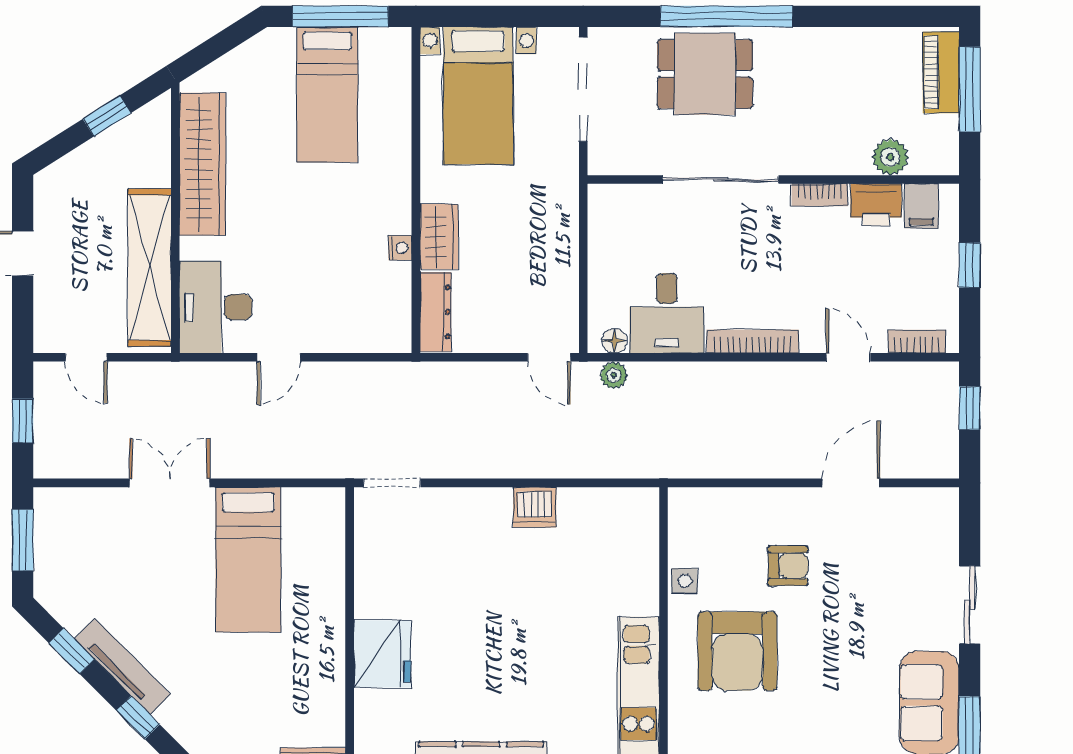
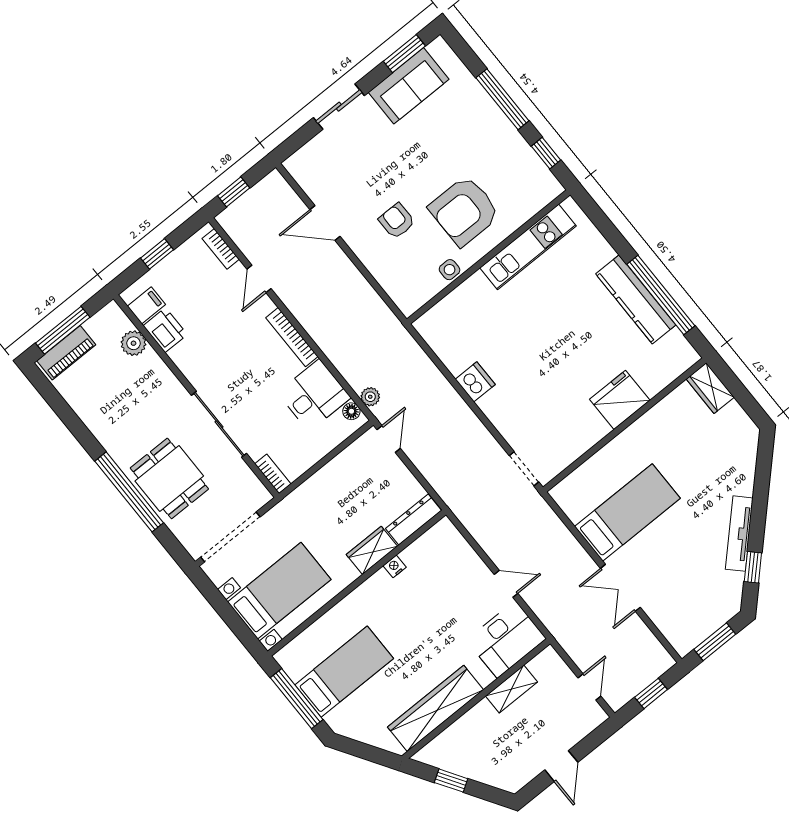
bookcase: (820, 195) -> (273, 474), moved
shelving: (150, 268) -> (512, 689), width x0.45, depth x0.75
armchair: (737, 651) -> (464, 211), turned 180
window: (138, 717) -> (760, 503), removed

